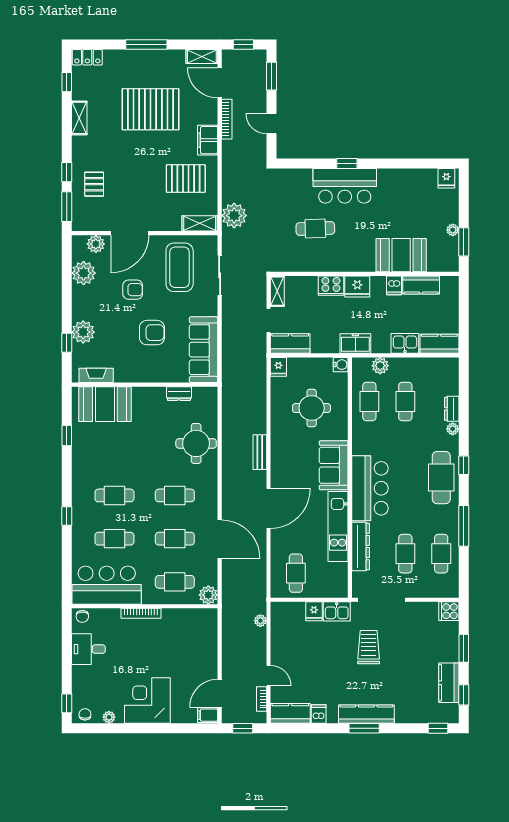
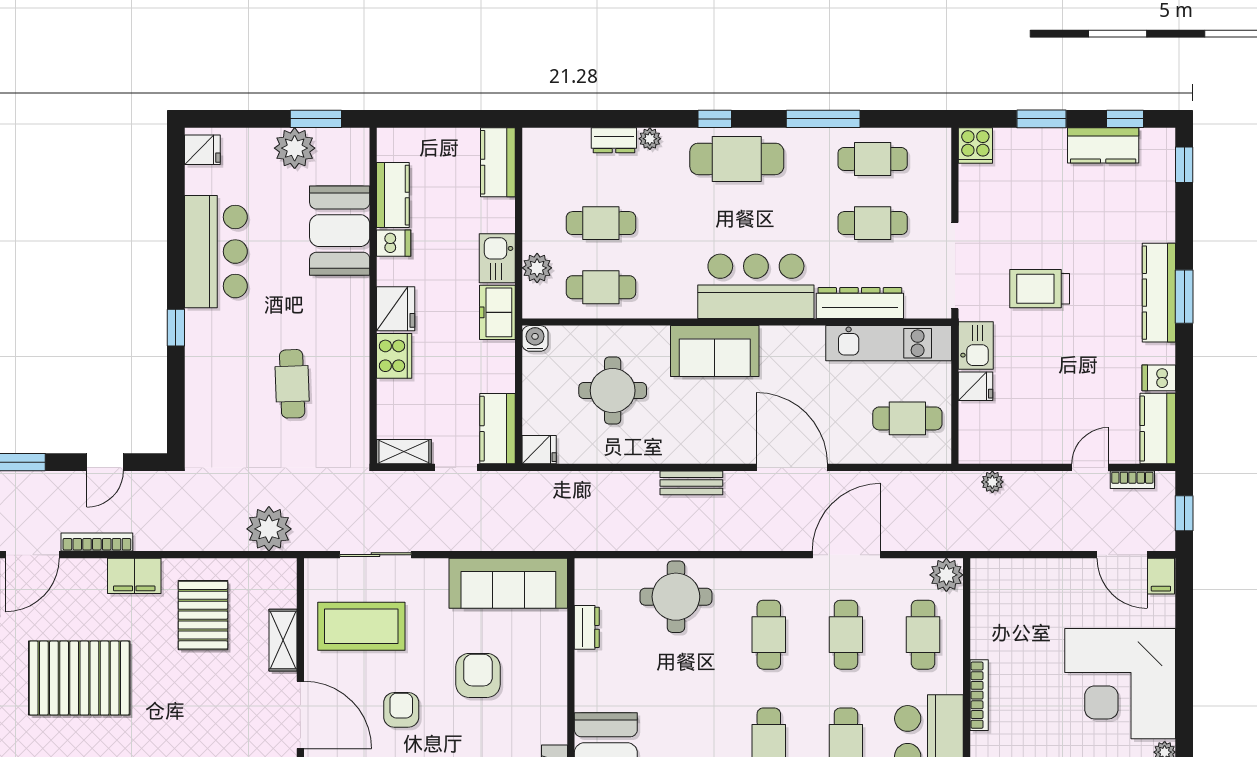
pallet: (151, 109) -> (79, 678), turned 90
bar counter: (345, 186) -> (216, 252), moved
shelving: (200, 223) -> (283, 640), moved
plant: (453, 230) -> (295, 148), width x1.88, depth x1.88
kitchen sink: (405, 343) -> (497, 258), moved
kitchen unit: (338, 526) -> (889, 343), moved
corner desk: (147, 700) -> (1120, 684), width x1.36, depth x1.36

